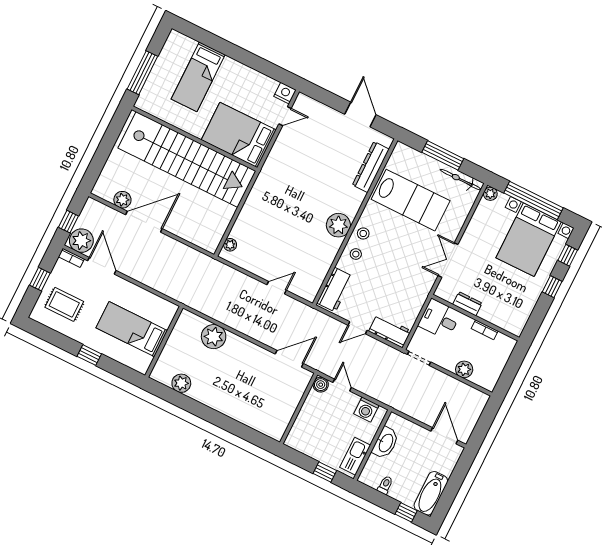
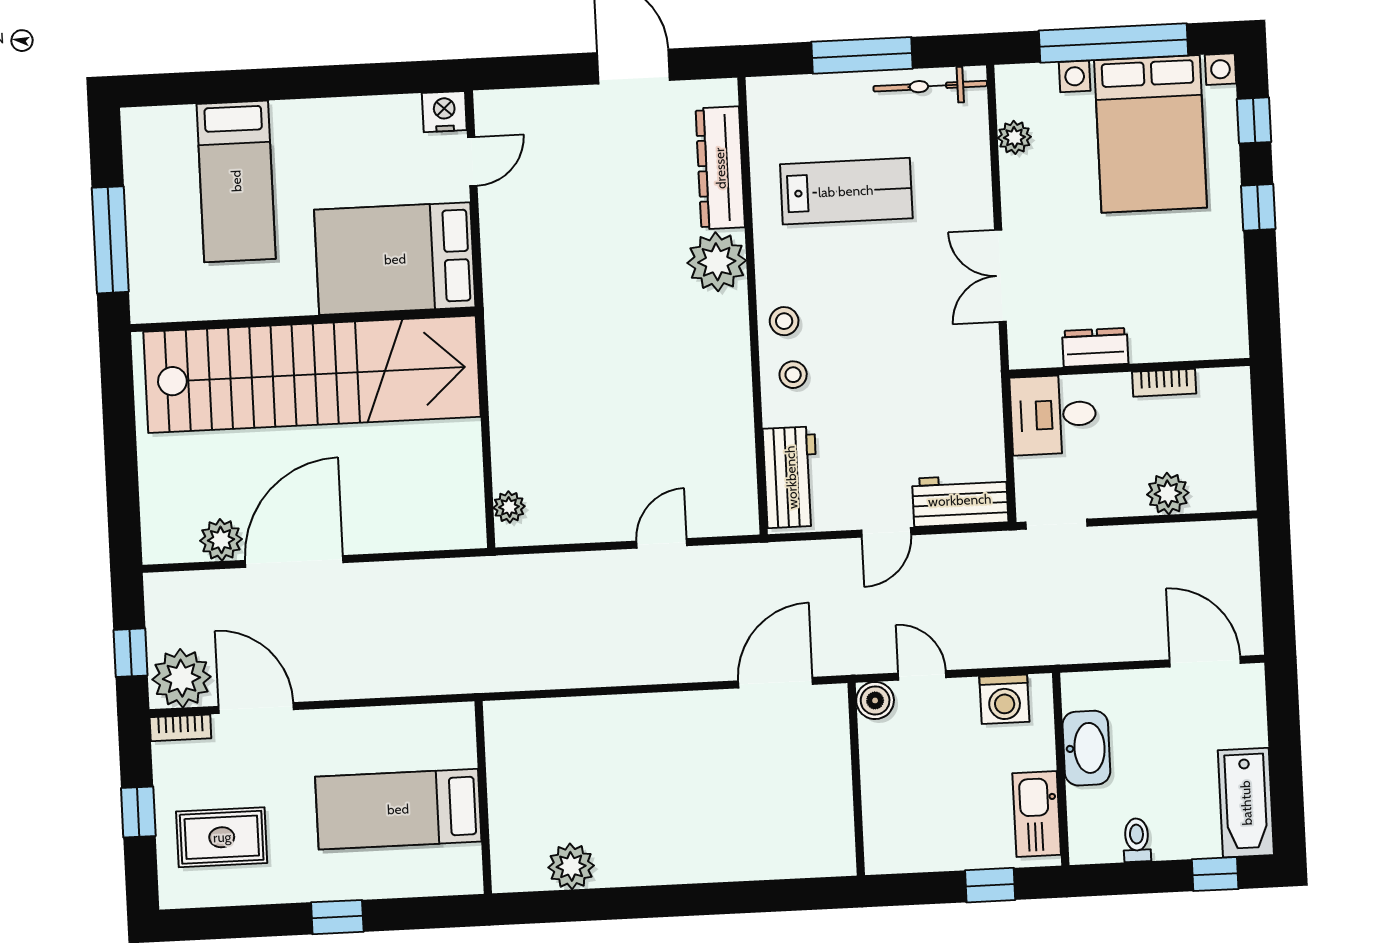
plant: (490, 194) -> (1014, 137), moved
lab bench: (411, 200) -> (846, 191), width x0.73, depth x0.72
plant: (338, 225) -> (717, 262), moved
plant: (214, 337) -> (585, 726), removed

